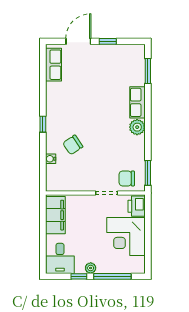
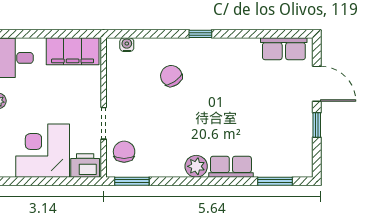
water cooler: (51, 159) -> (127, 45), moved

